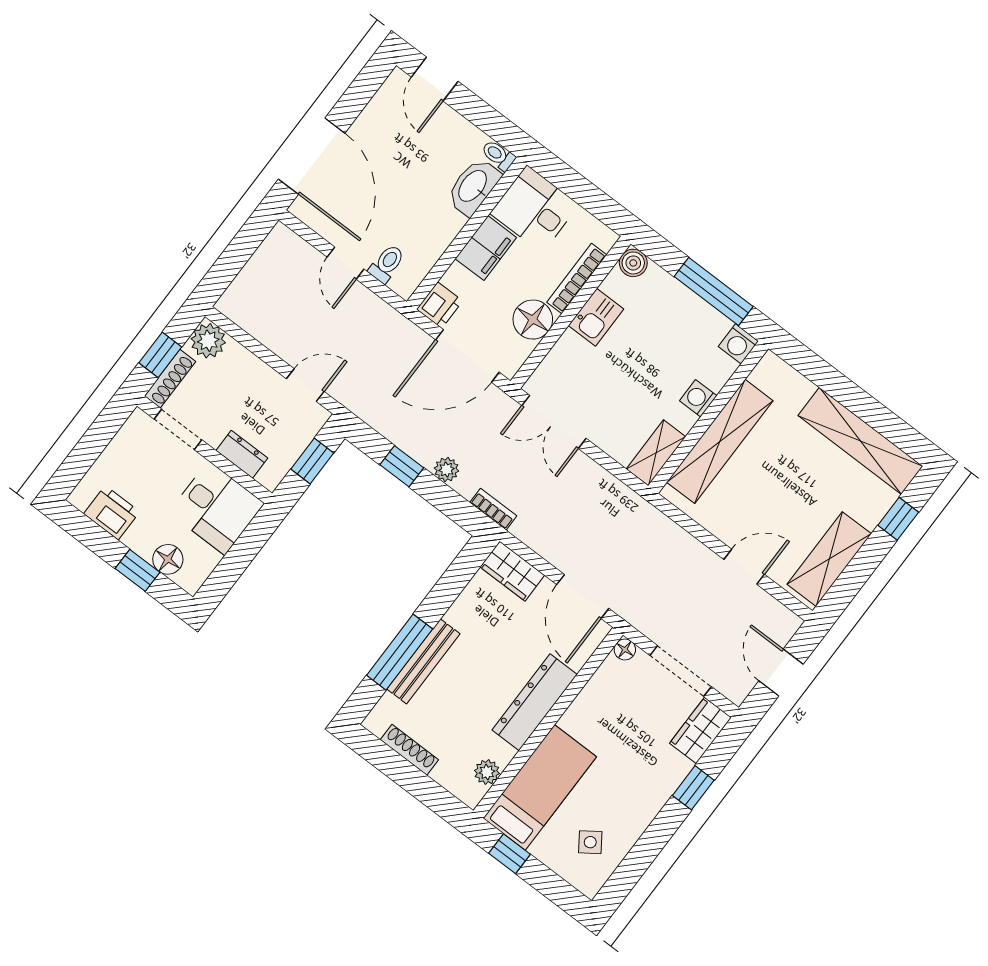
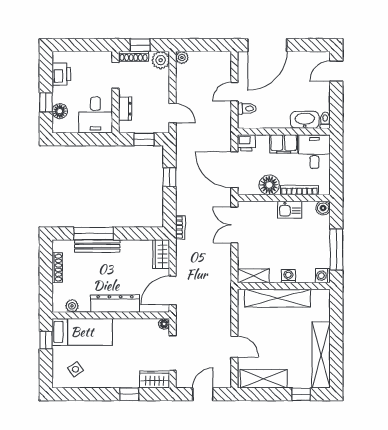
plant: (446, 469) -> (182, 58), moved

